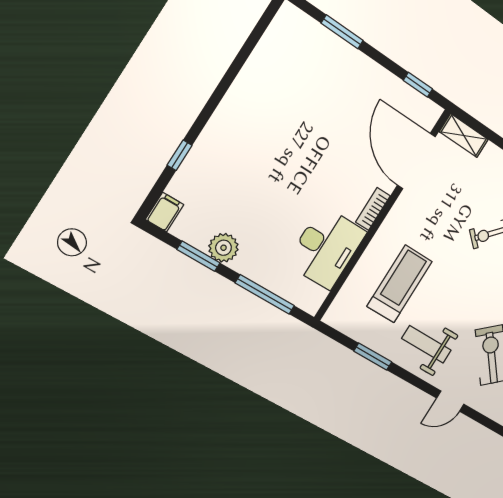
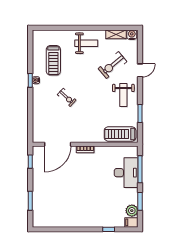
shelving: (464, 136) -> (37, 132), removed
plant: (224, 248) -> (132, 211), moved
desk: (326, 248) -> (126, 173), moved, turned 90
treadmill: (400, 284) -> (120, 134), moved
door: (450, 401) -> (140, 70), hinge flipped

